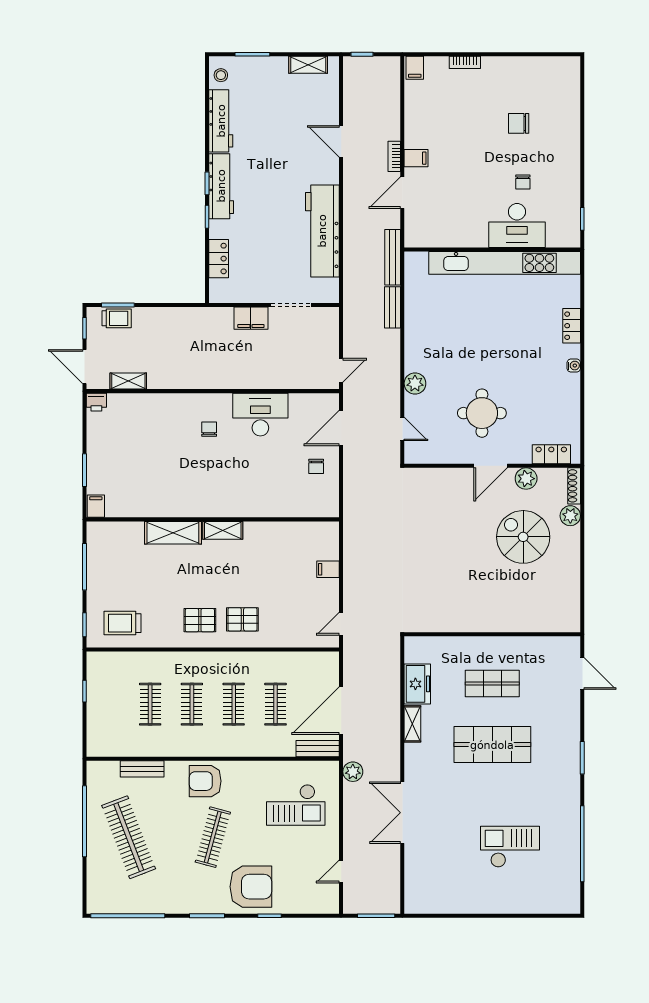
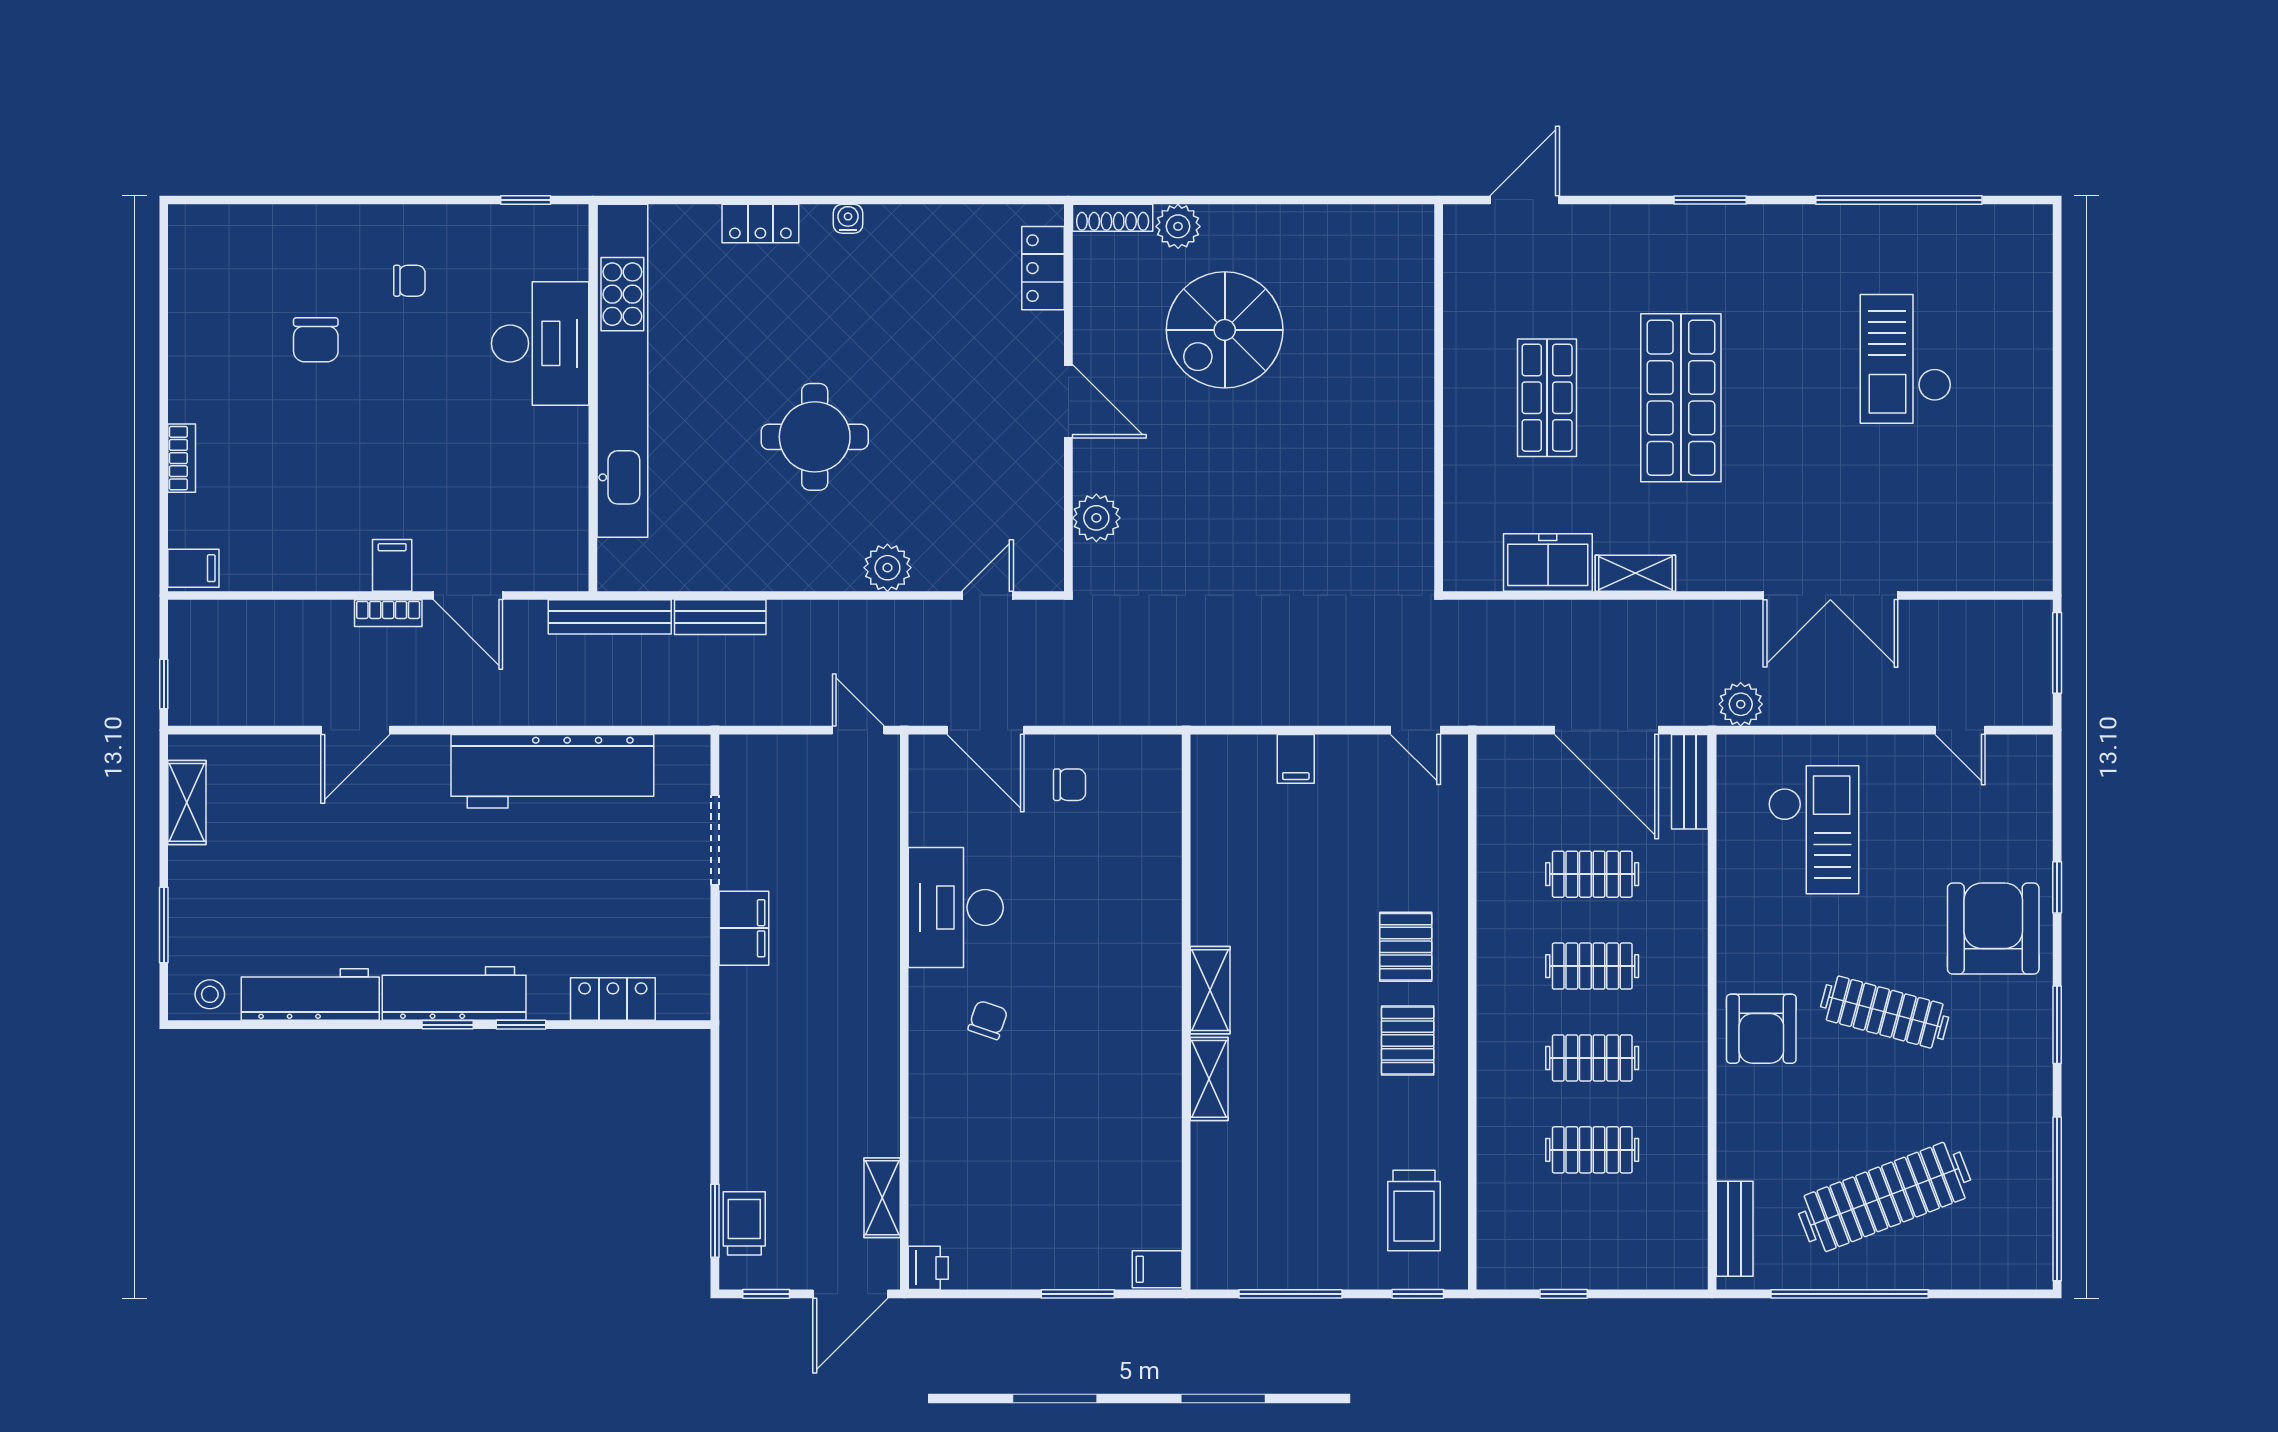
chair: (523, 182) -> (409, 281), moved
round table: (482, 413) -> (815, 437), moved
chair: (209, 429) -> (988, 1020), turned 109
plant: (526, 479) -> (1096, 518), moved
shelving: (173, 533) -> (1209, 1079), width x0.67, depth x0.75
bench: (142, 769) -> (1735, 1229), moved

